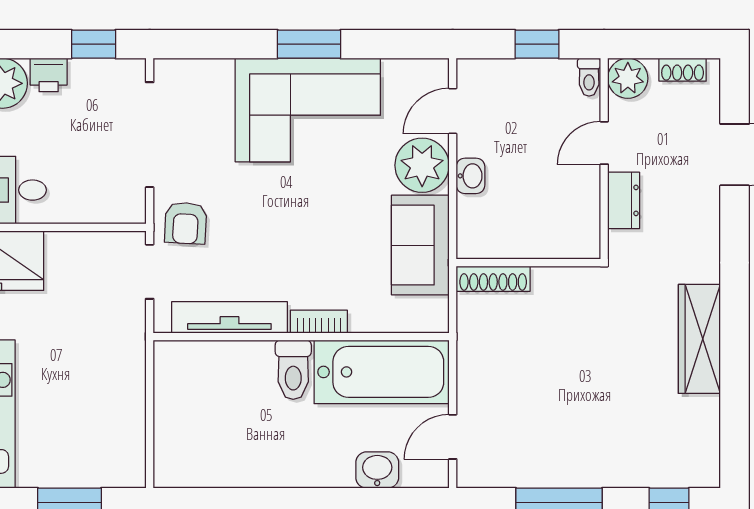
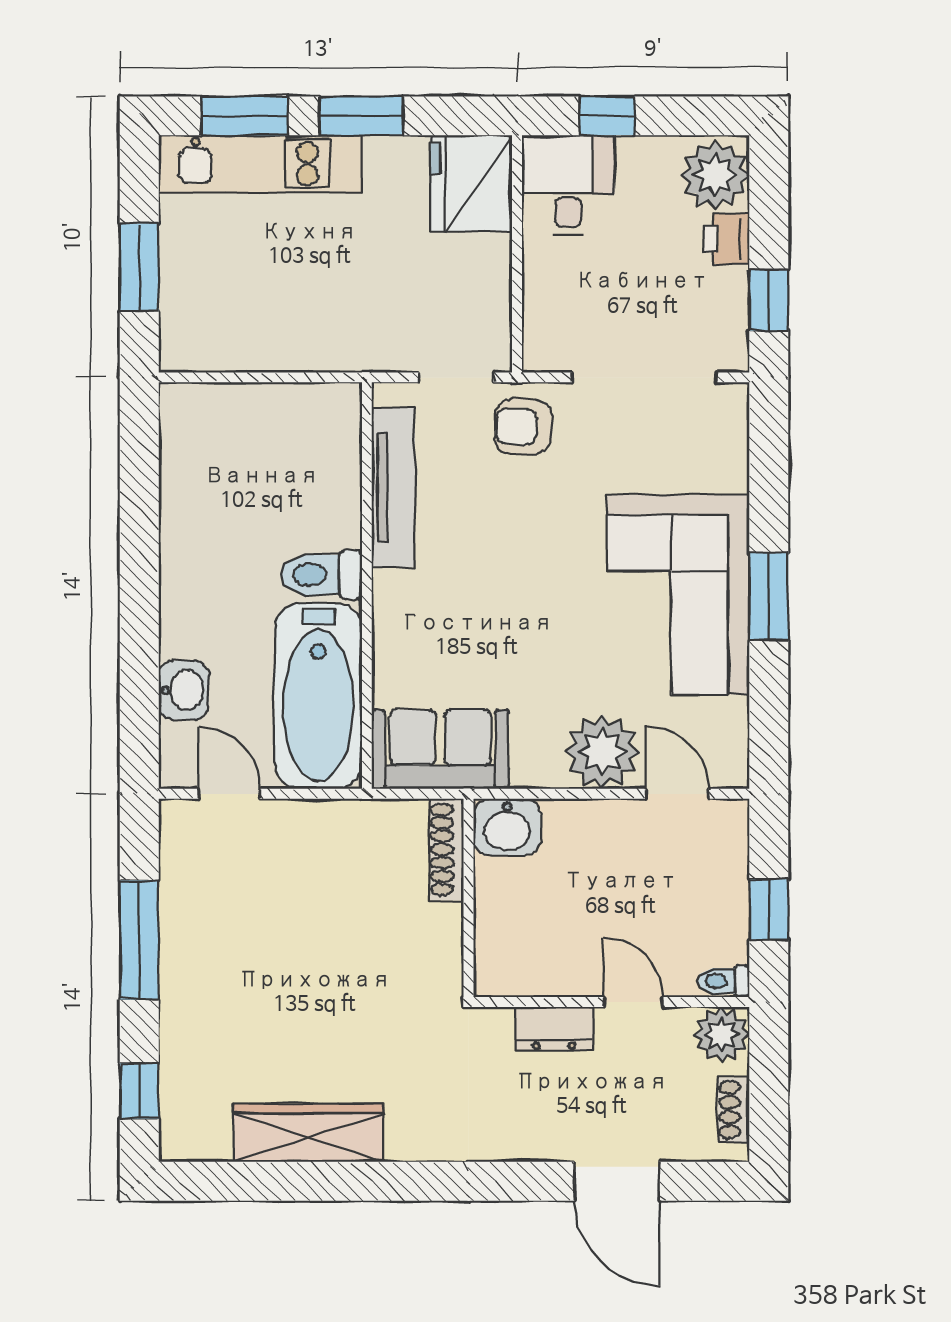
washbasin: (471, 176) -> (507, 827), moved, width x1.38, depth x1.45
sofa: (420, 245) -> (440, 749), moved
bookcase: (319, 322) -> (387, 610), removed
wardrobe: (699, 339) -> (308, 1133), moved

